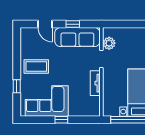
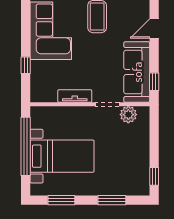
window: (73, 24) -> (154, 82), moved
window: (61, 120) -> (26, 65), moved

